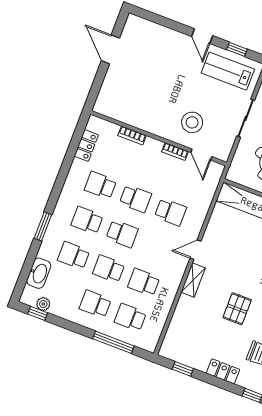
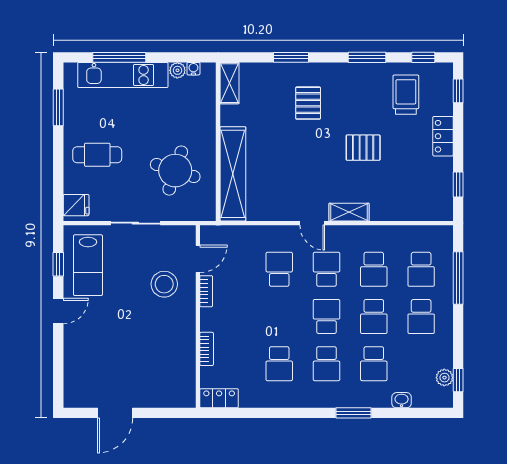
locker: (86, 145) -> (219, 398), moved
school desk: (135, 199) -> (327, 269), moved
washbasin: (39, 273) -> (402, 400), width x0.52, depth x0.69

